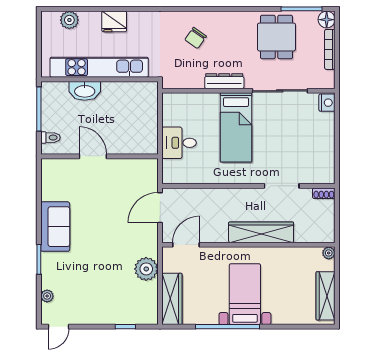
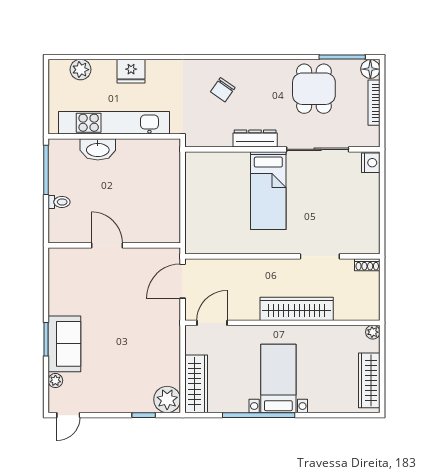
desk: (179, 143) -> (204, 208), removed
door: (93, 156) -> (107, 245), moved
wall: (99, 156) -> (114, 245), moved
sofa: (55, 227) -> (64, 344), moved
plant: (146, 269) -> (167, 399), moved

